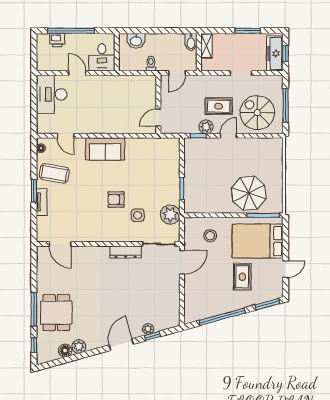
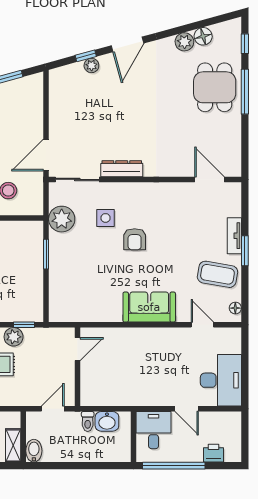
window: (71, 31) -> (174, 466), moved
washbasin: (136, 41) -> (107, 421), moved, turned 180
armchair: (116, 199) -> (135, 239), turned 90

